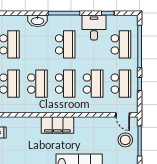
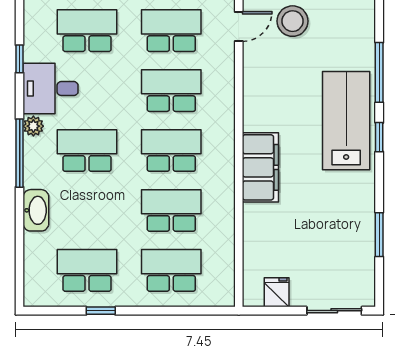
plant: (77, 19) -> (33, 126), added

